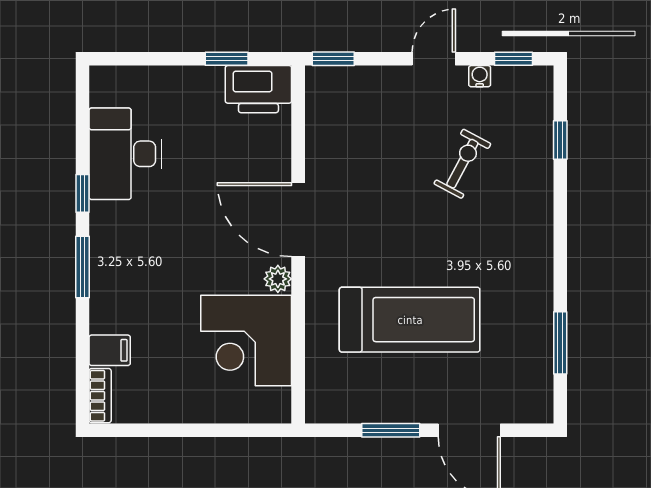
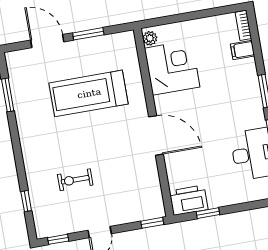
water cooler: (480, 76) -> (74, 227), removed
exercise bike: (462, 164) -> (75, 180), turned 62
plant: (278, 279) -> (150, 38), moved

